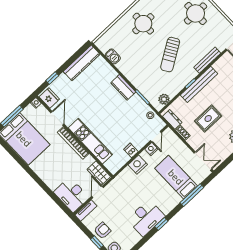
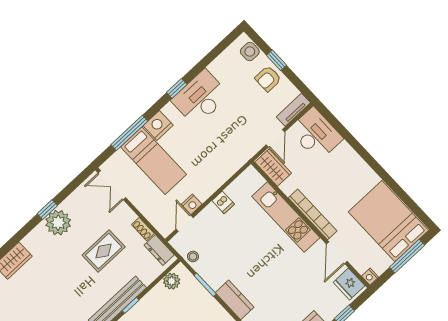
nightstand: (138, 165) -> (158, 125), moved, turned 180

